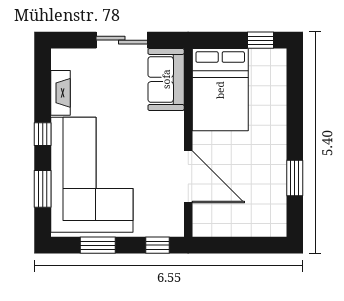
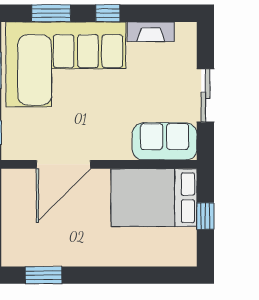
window: (260, 40) -> (205, 216), moved
window: (295, 178) -> (44, 275), moved

